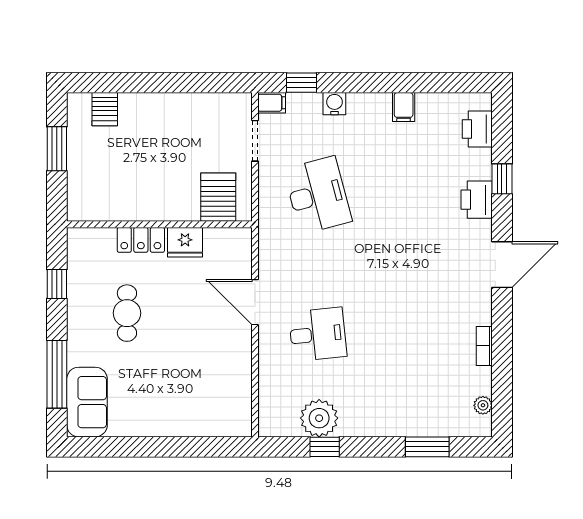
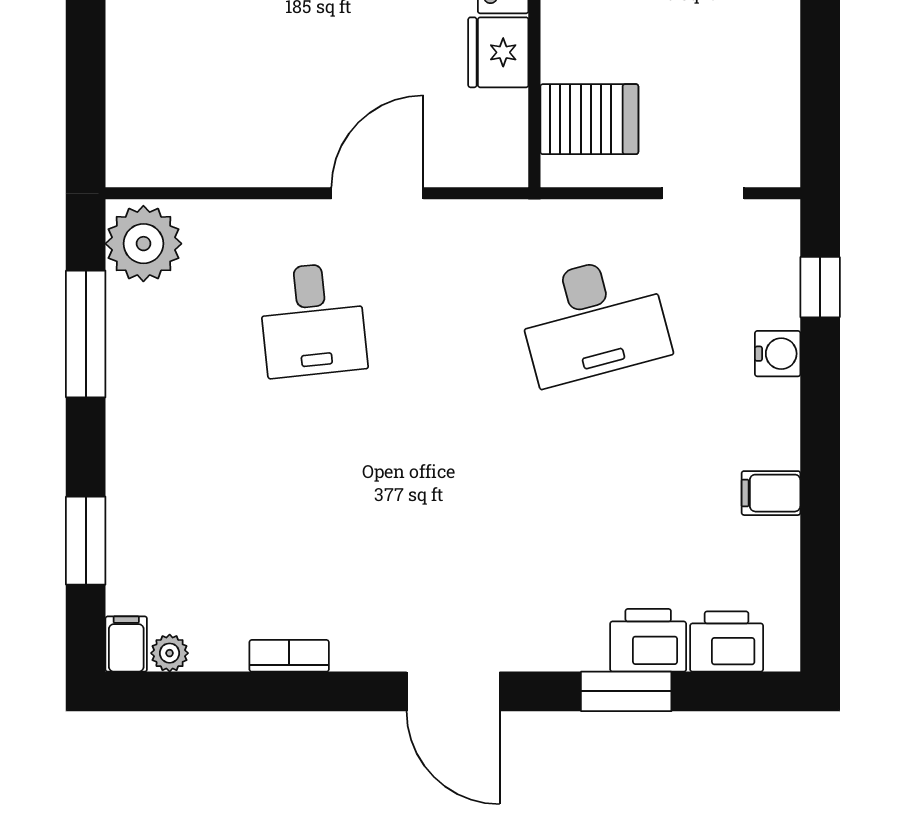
filing cabinet: (272, 103) -> (126, 644), moved, turned 180
window: (502, 179) -> (626, 691), width x1.50
printer: (477, 200) -> (648, 640), moved
plant: (319, 418) -> (143, 244), moved
window: (325, 447) -> (86, 334), width x2.17

